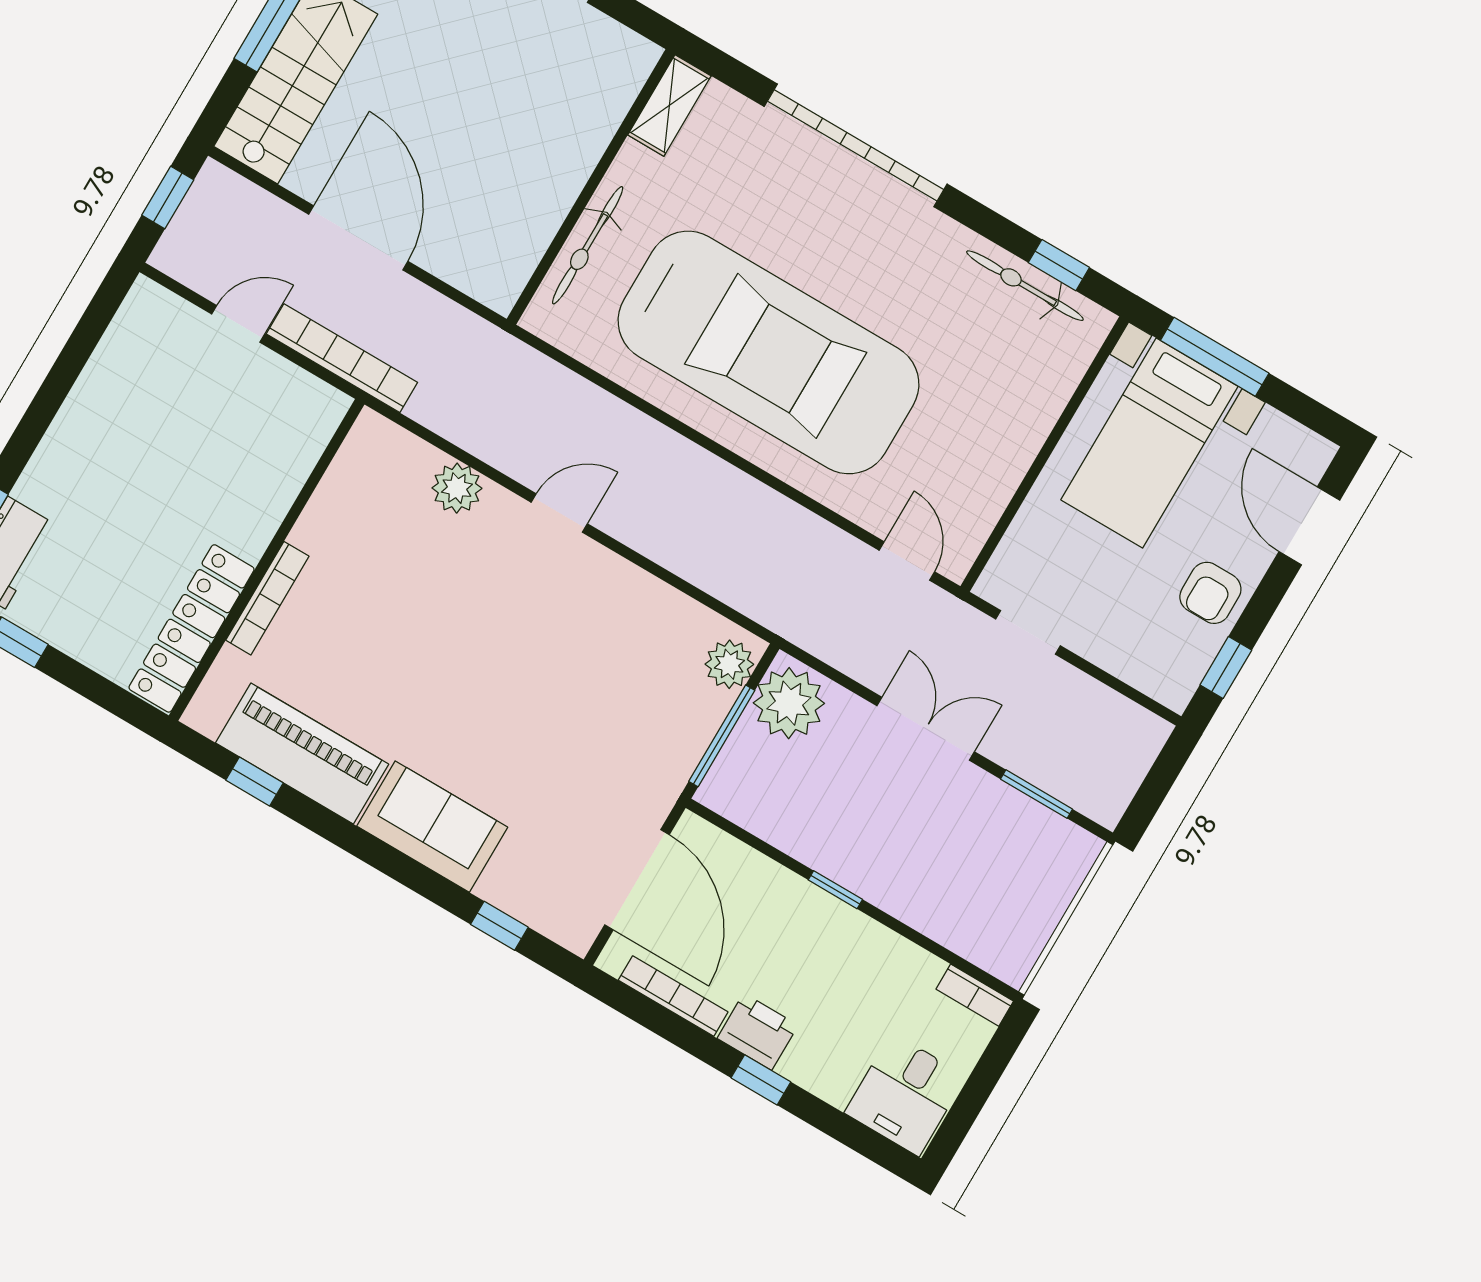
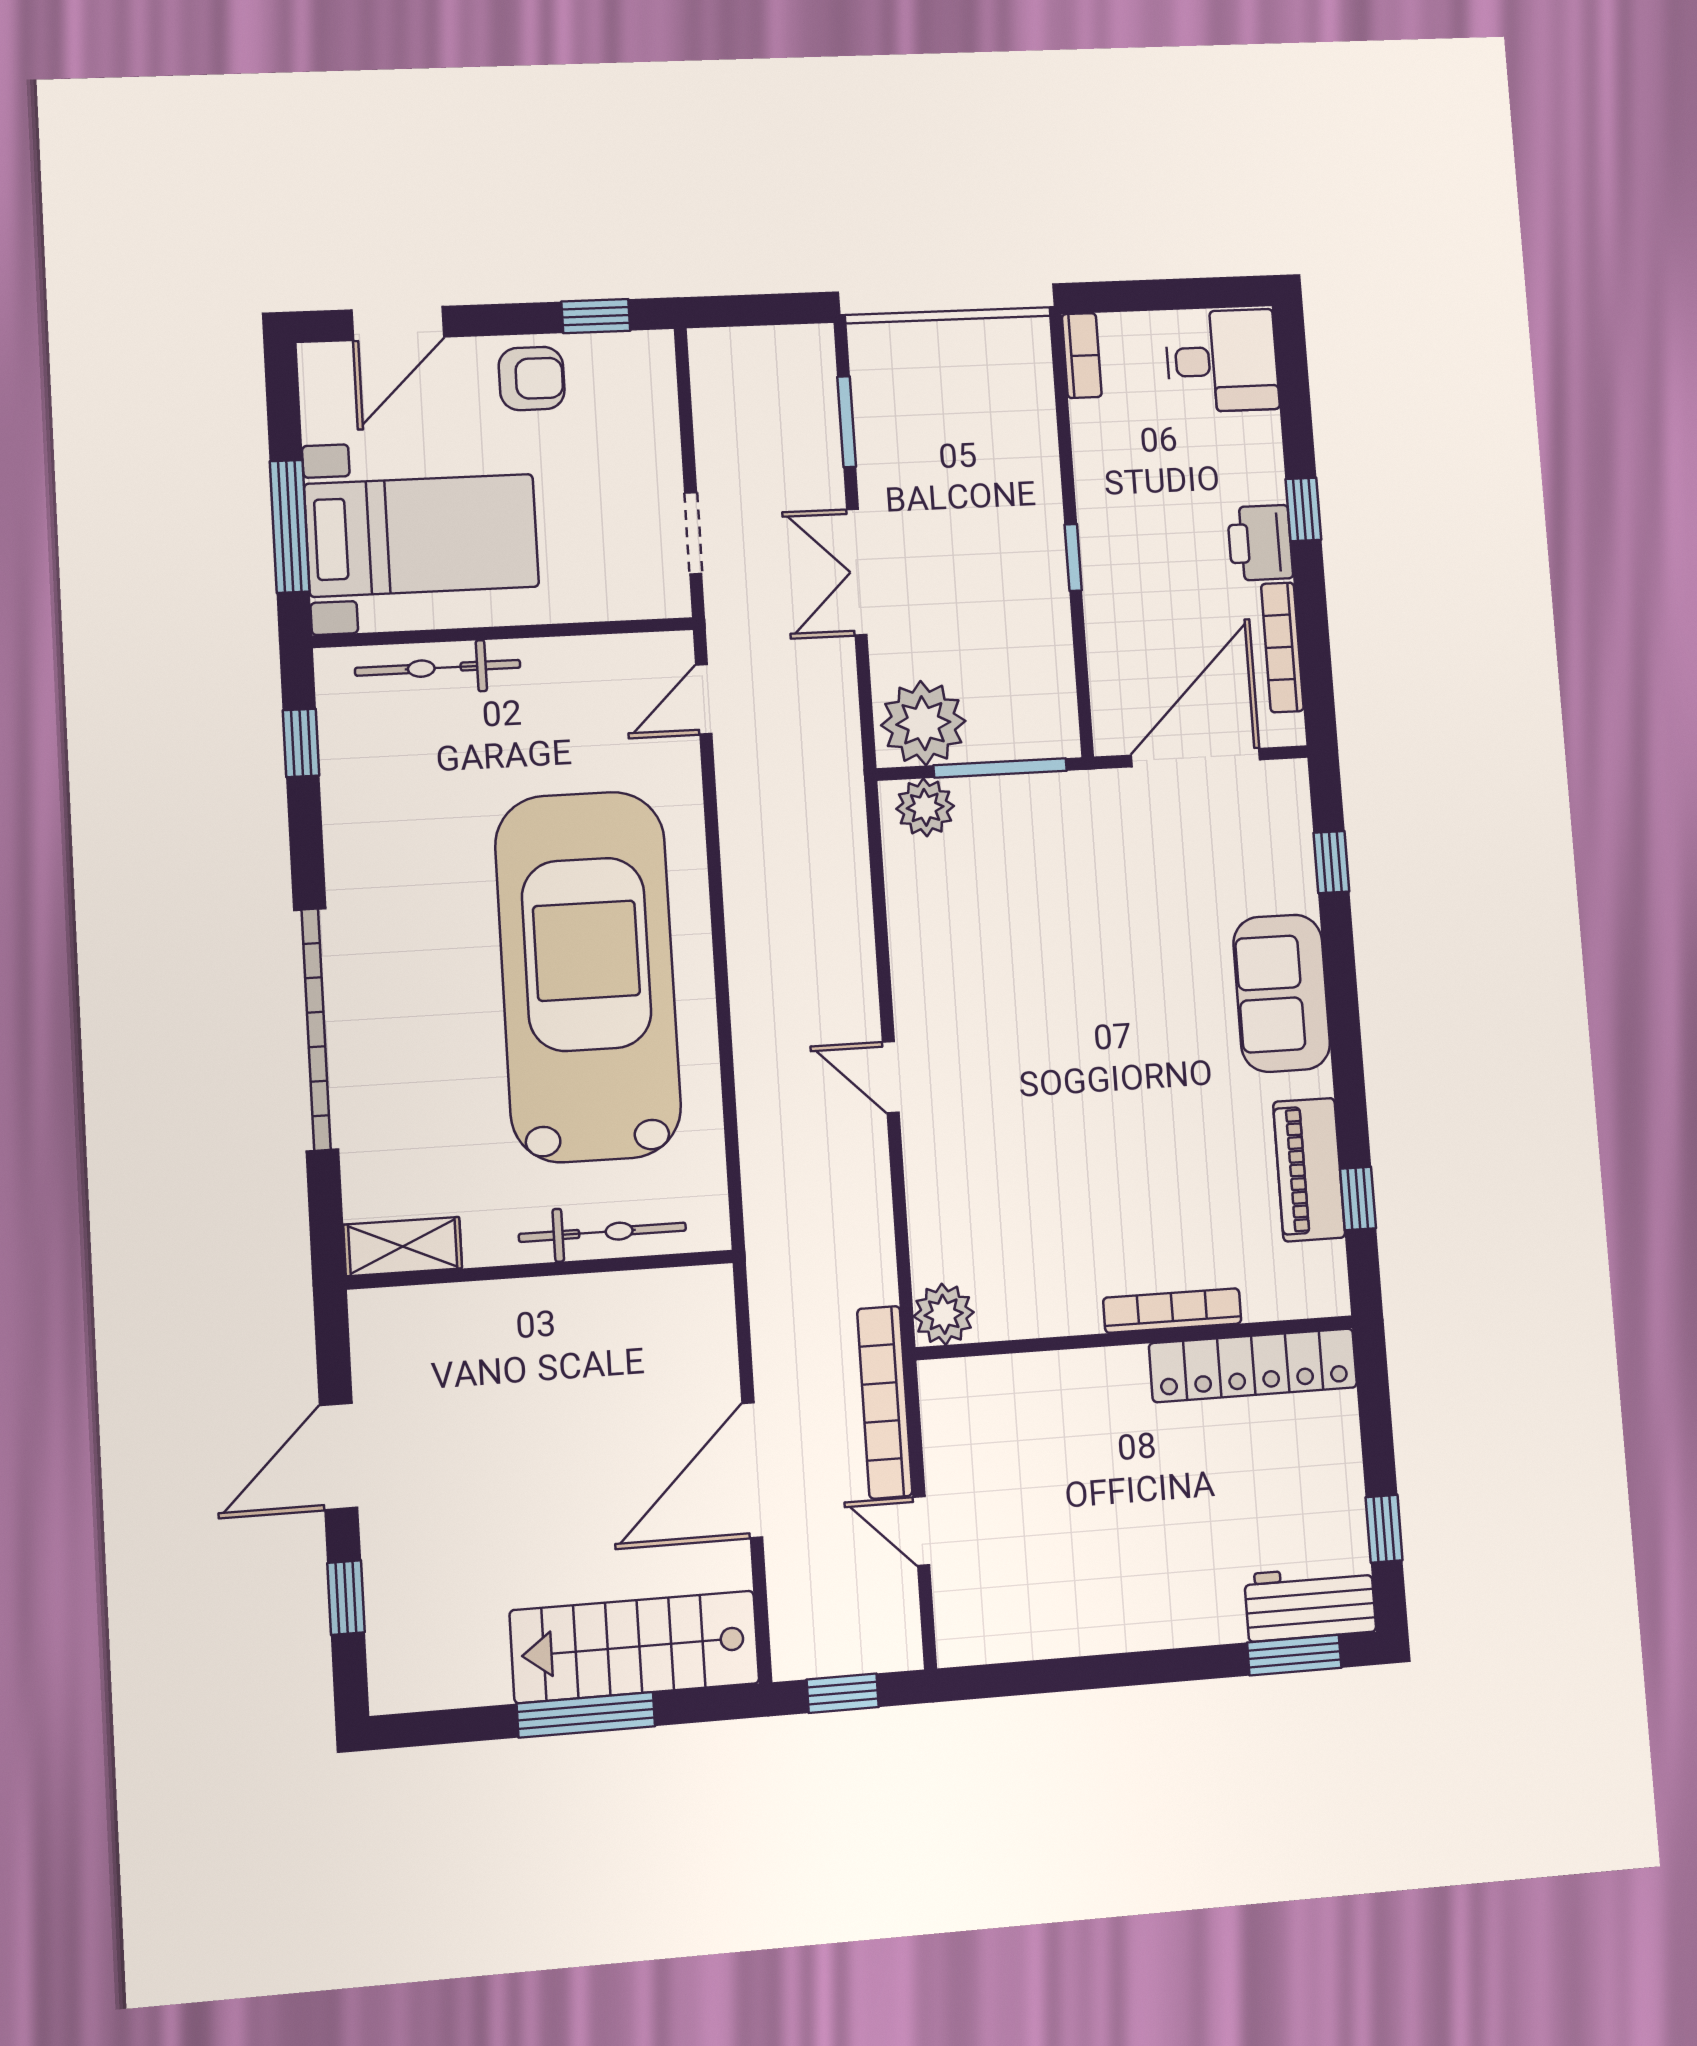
bicycle: (1025, 286) -> (438, 668), moved, turned 90
plant: (457, 488) -> (944, 1314), moved
piano: (302, 754) -> (1309, 1170), width x0.73, depth x0.75

